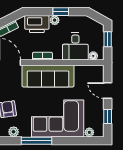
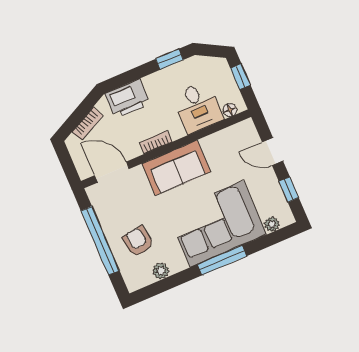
window: (61, 12) -> (169, 59), moved
plant: (55, 20) -> (151, 82), removed
sofa: (48, 76) -> (176, 168), width x0.73
window: (36, 141) -> (222, 260), moved

